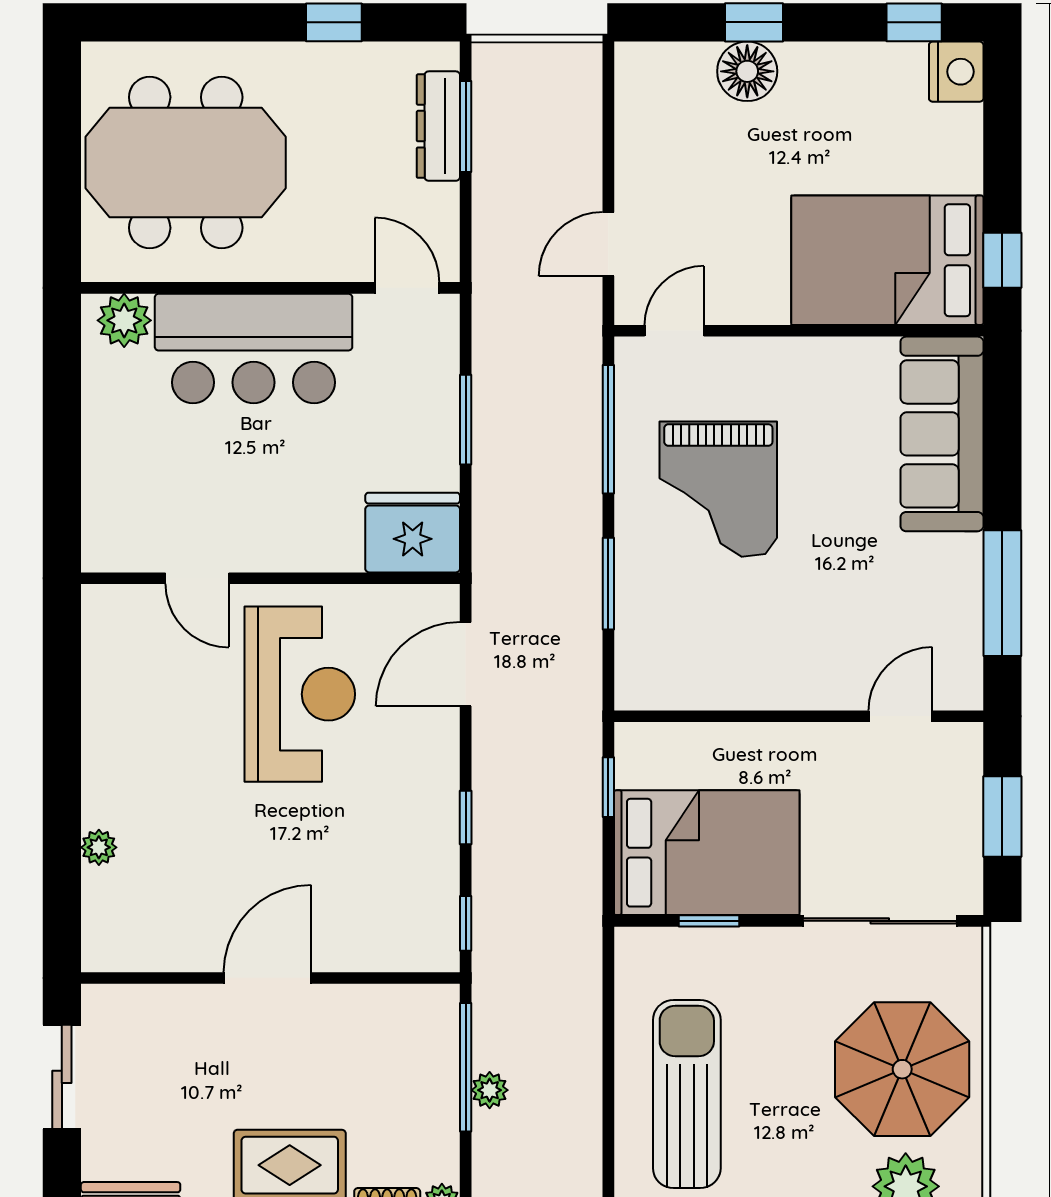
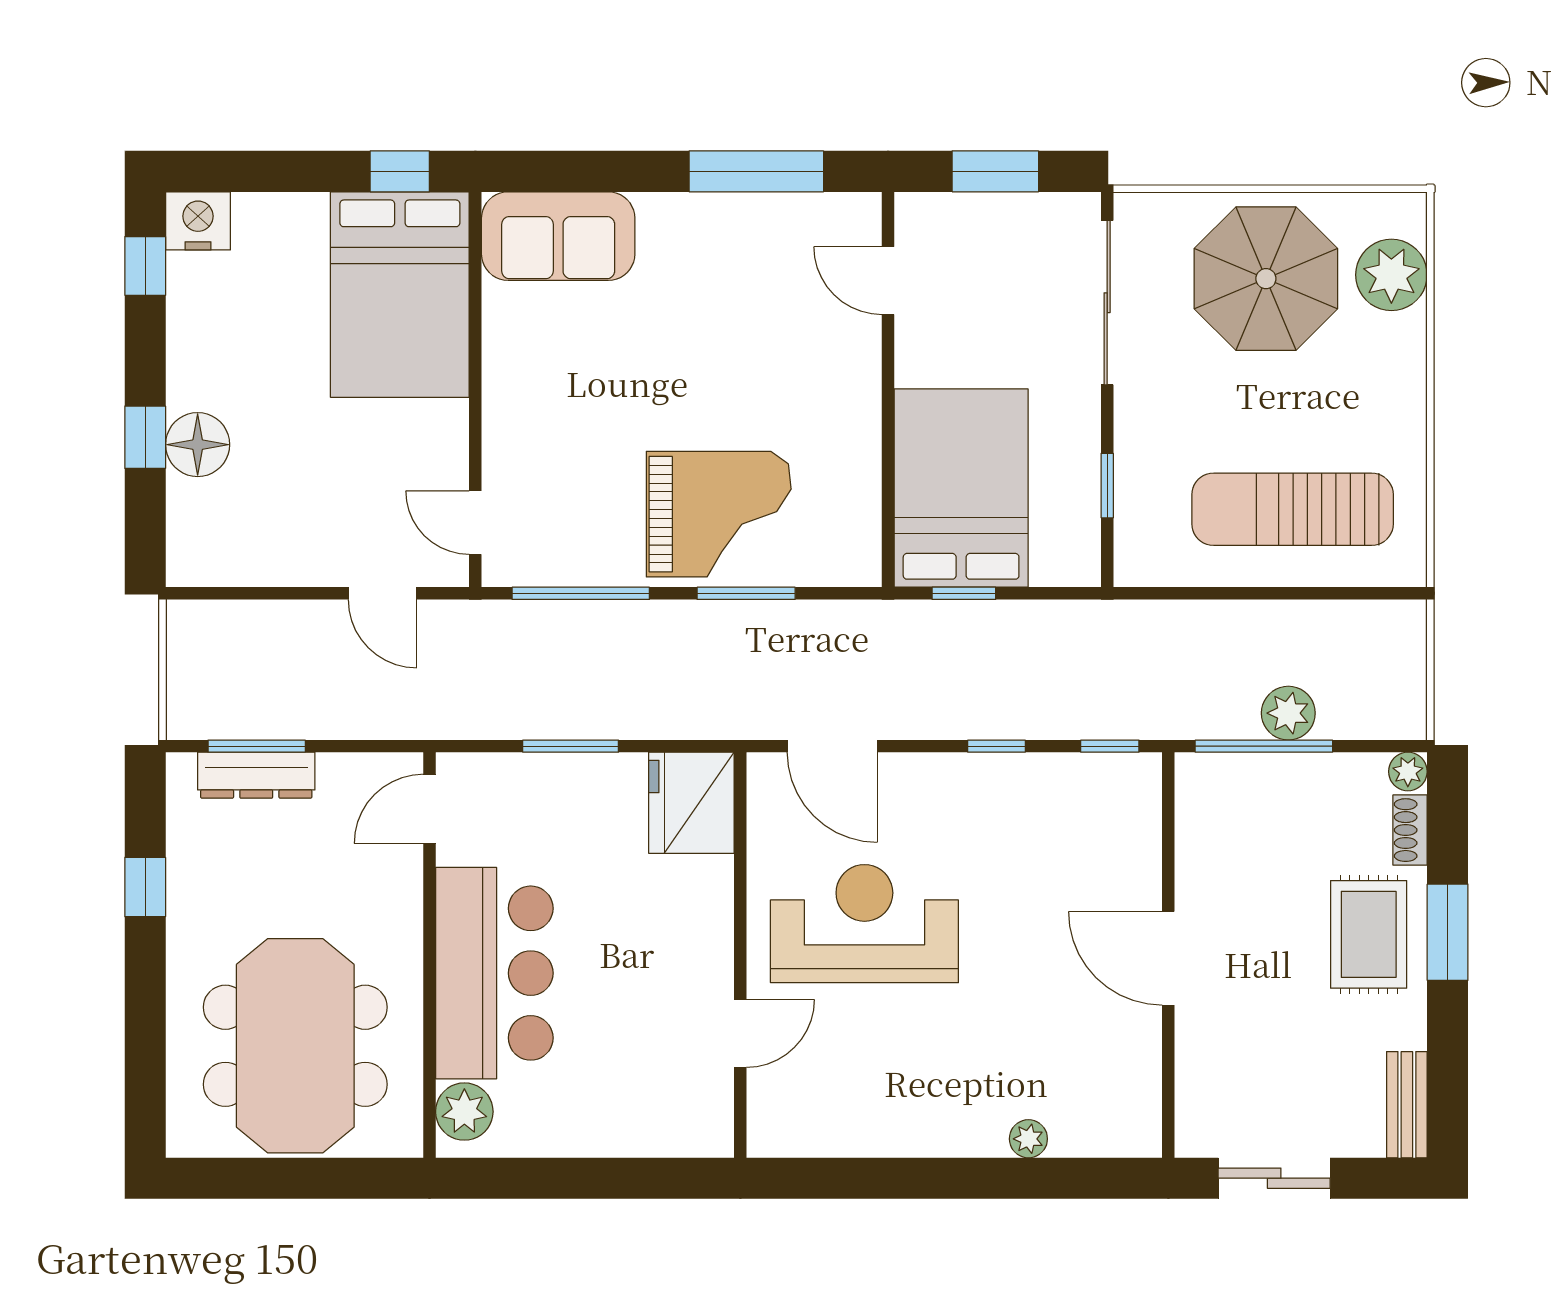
sofa: (942, 434) -> (558, 236), width x0.73
grand piano: (718, 489) -> (719, 514), moved
bed: (707, 853) -> (961, 488), moved
plant: (490, 1090) -> (1288, 713), width x1.38, depth x1.38

